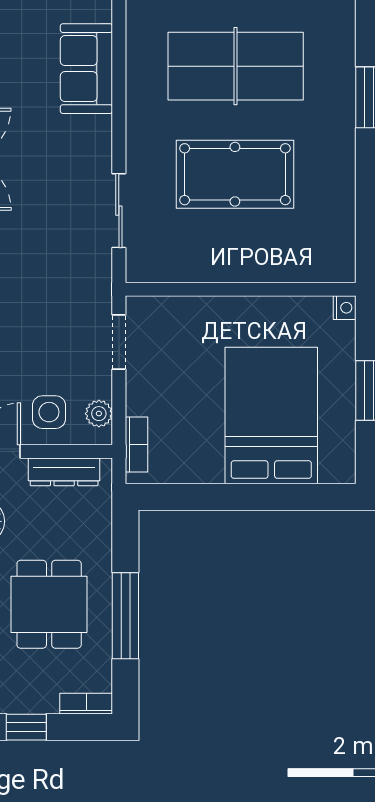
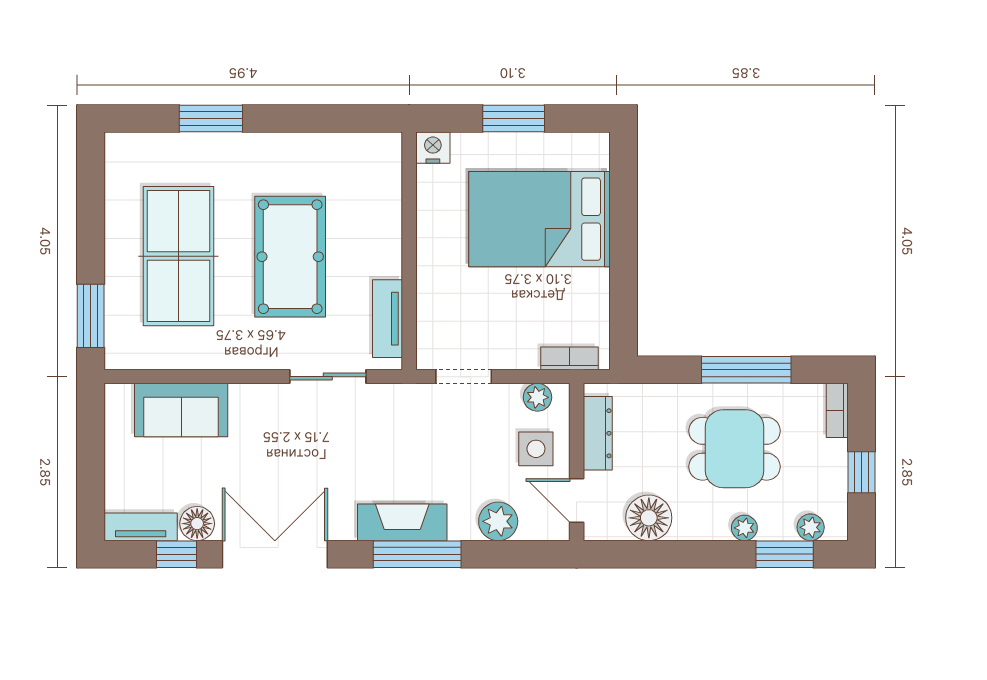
tv unit: (175, 268) -> (387, 319), added
nightstand: (345, 308) -> (433, 148), width x1.39, depth x1.35

